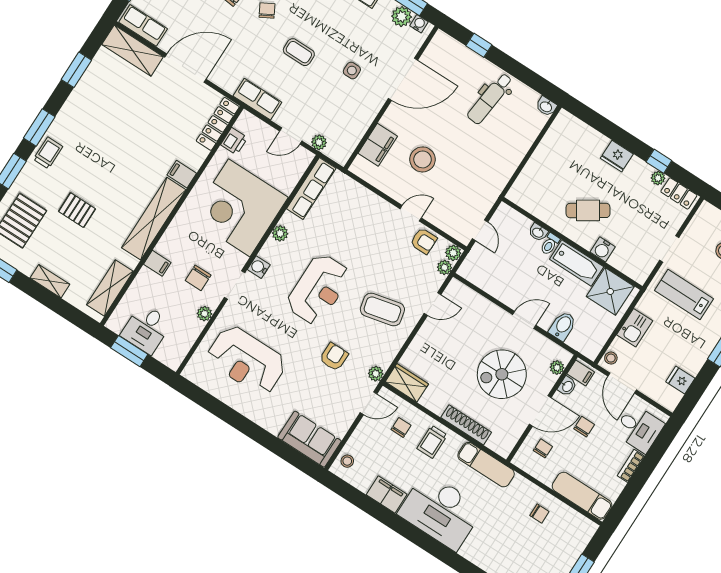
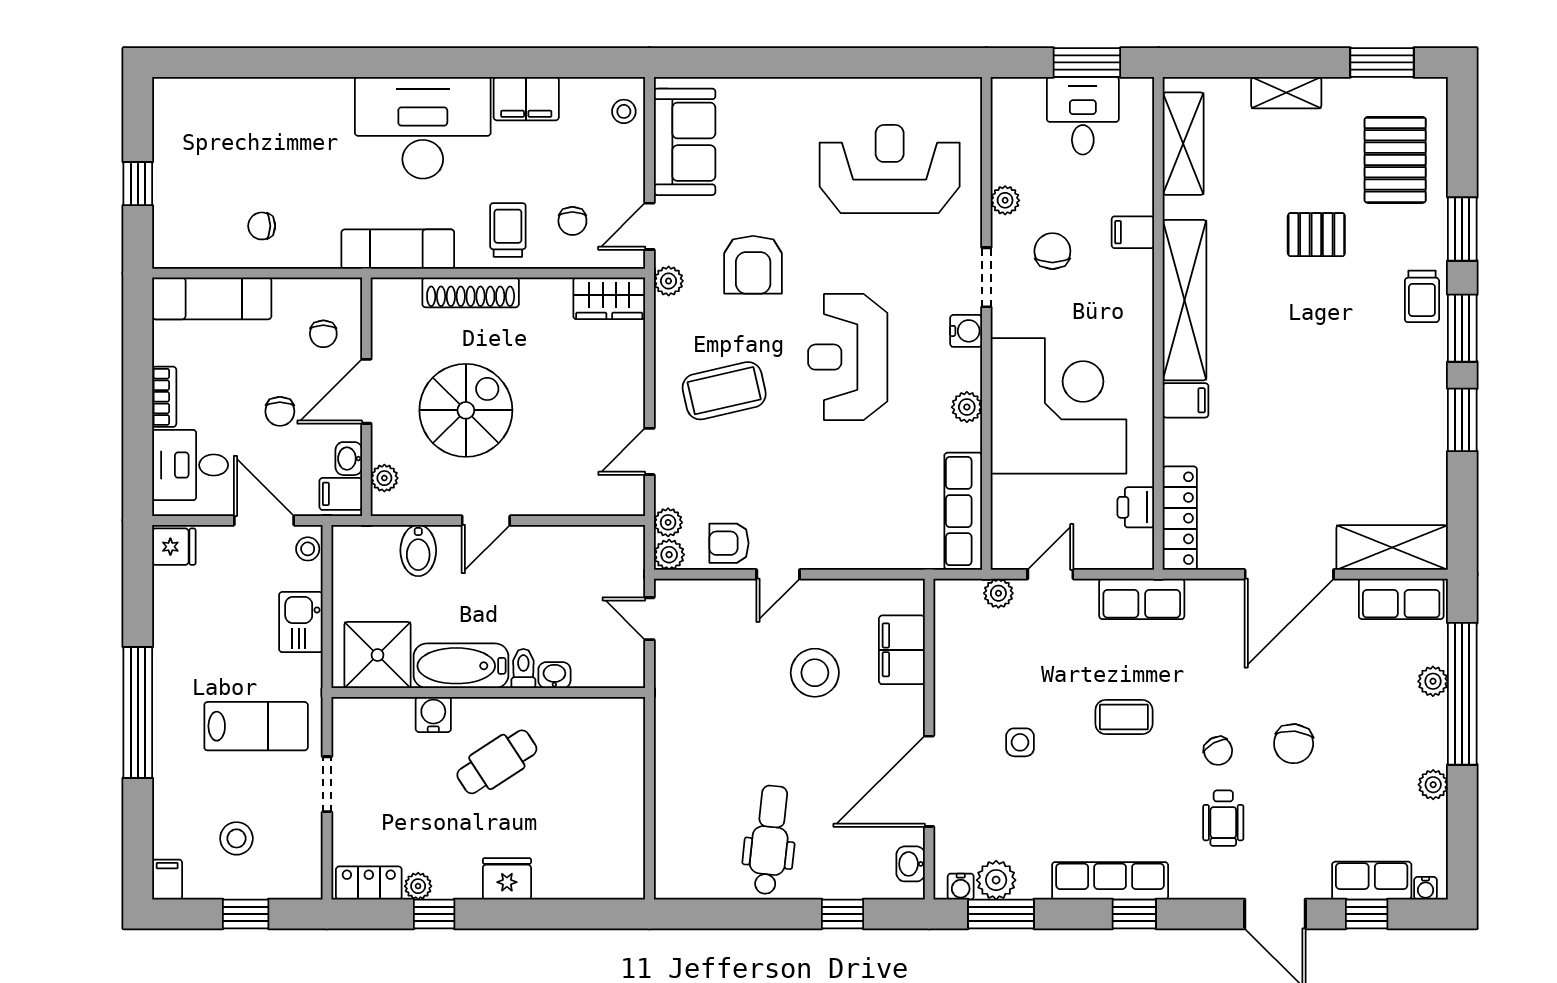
window: (76, 70) -> (1462, 420), moved
washbasin: (546, 106) -> (911, 864), moved, turned -90
armchair: (334, 357) -> (753, 265), width x1.38, depth x1.38
fridge: (680, 380) -> (174, 547), moved
sofa: (310, 439) -> (685, 142), moved, turned -90

